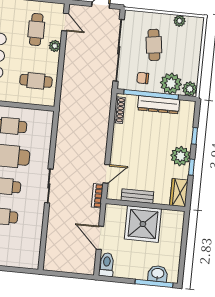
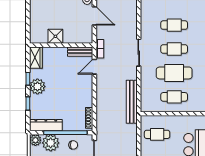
dresser: (159, 105) -> (46, 125), moved
bench: (64, 125) -> (132, 102), added
bench: (137, 196) -> (80, 52), moved
shower: (143, 224) -> (55, 36), width x0.54, depth x0.54

